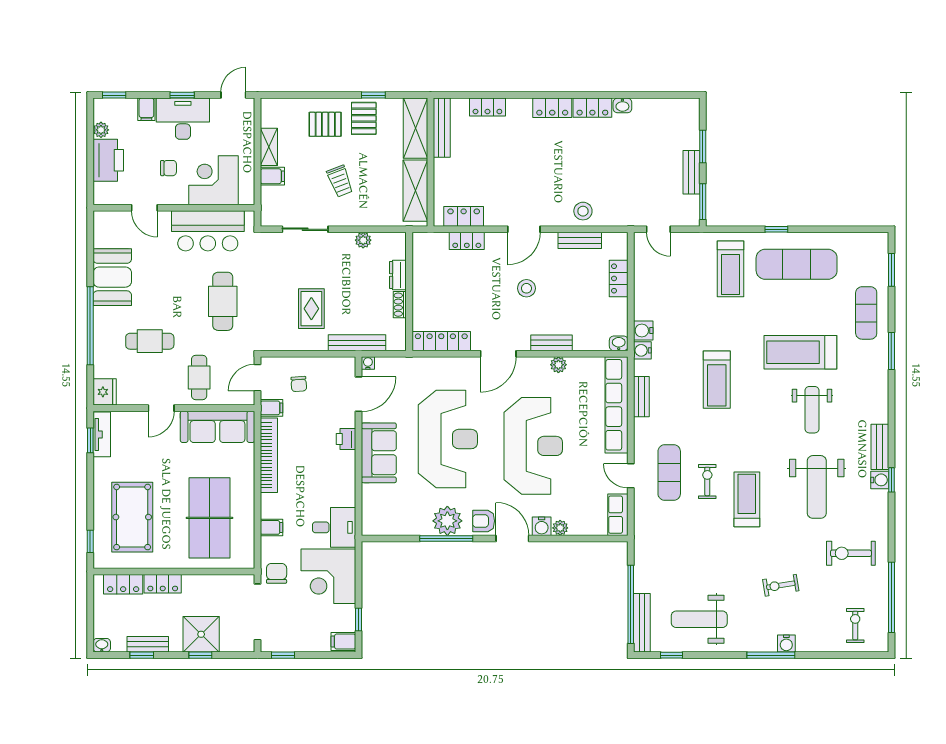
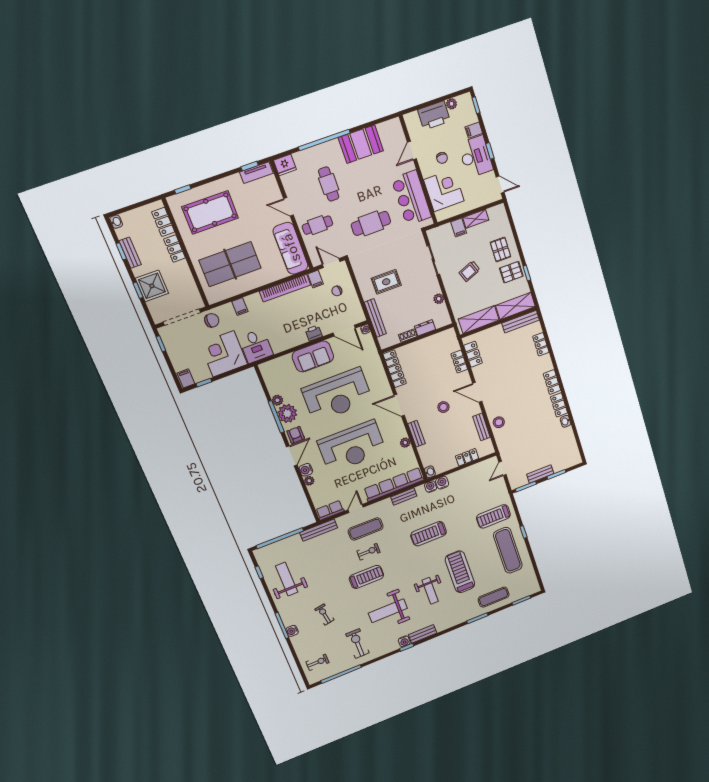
weight bench: (812, 410) -> (430, 591), turned -90
plant: (423, 527) -> (277, 400), added
bench: (642, 623) -> (319, 530), moved

